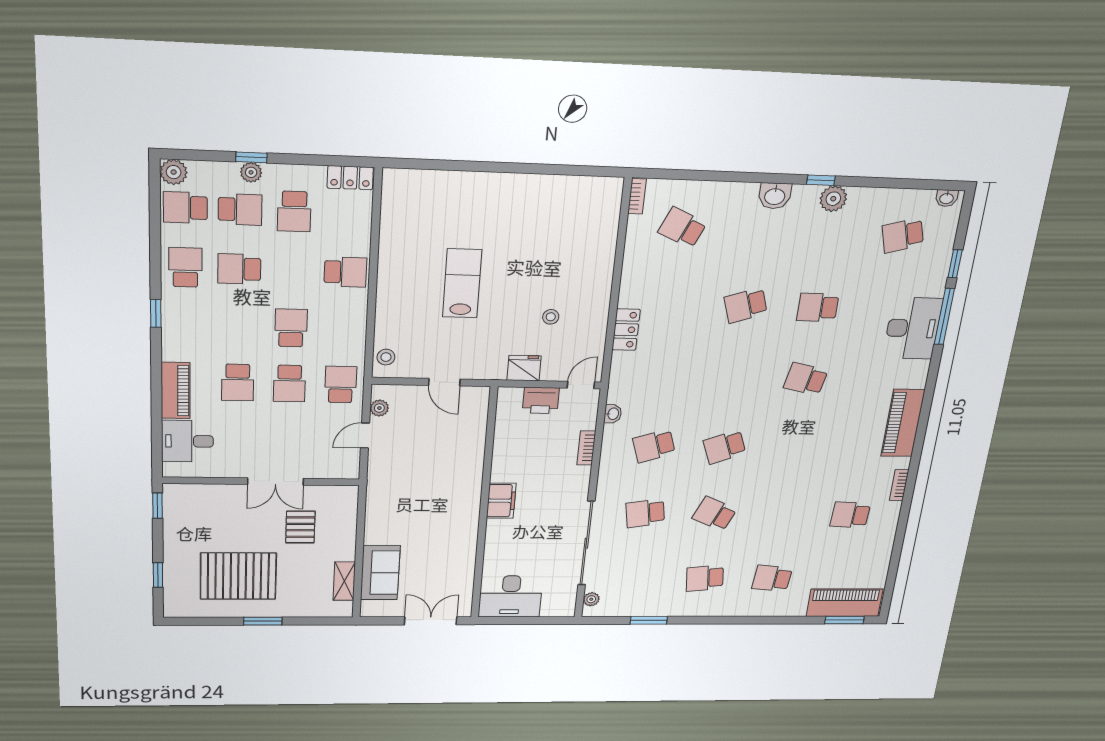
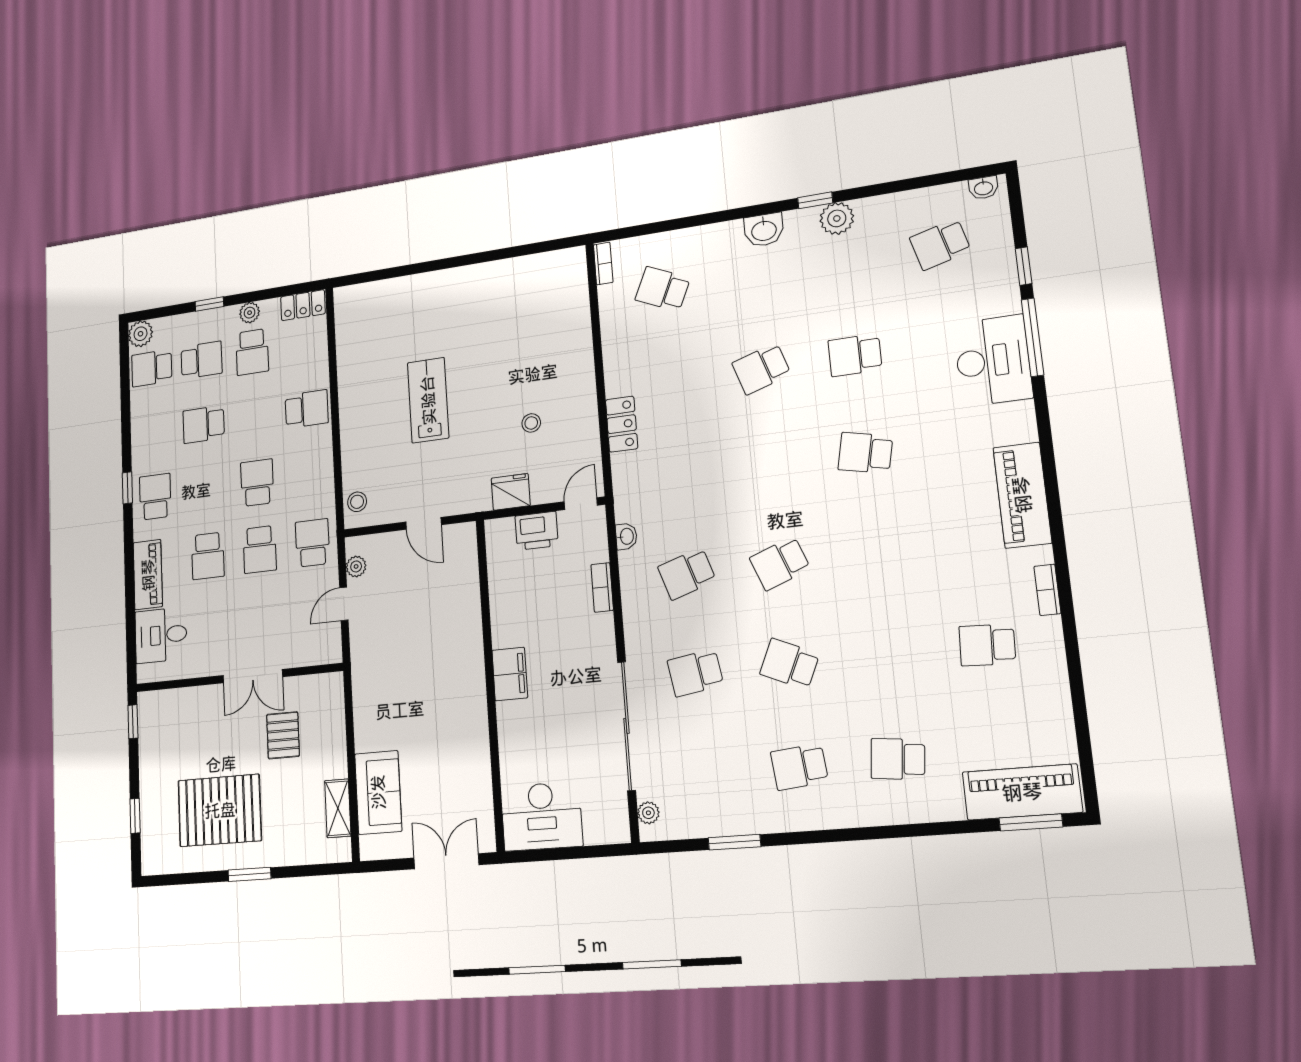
plant: (251, 172) -> (250, 313), moved
school desk: (185, 267) -> (155, 497), moved

